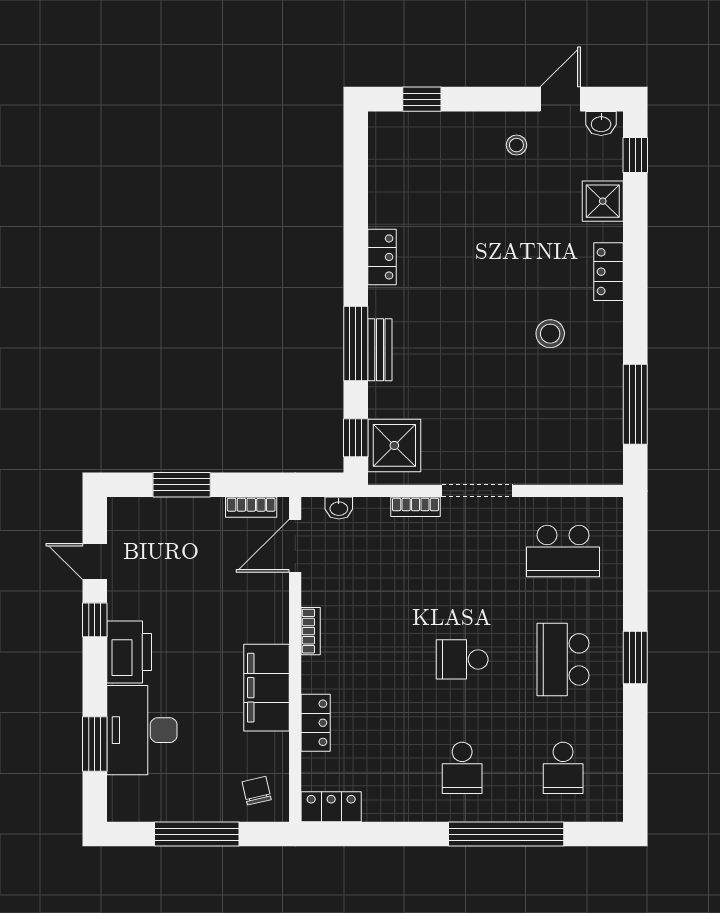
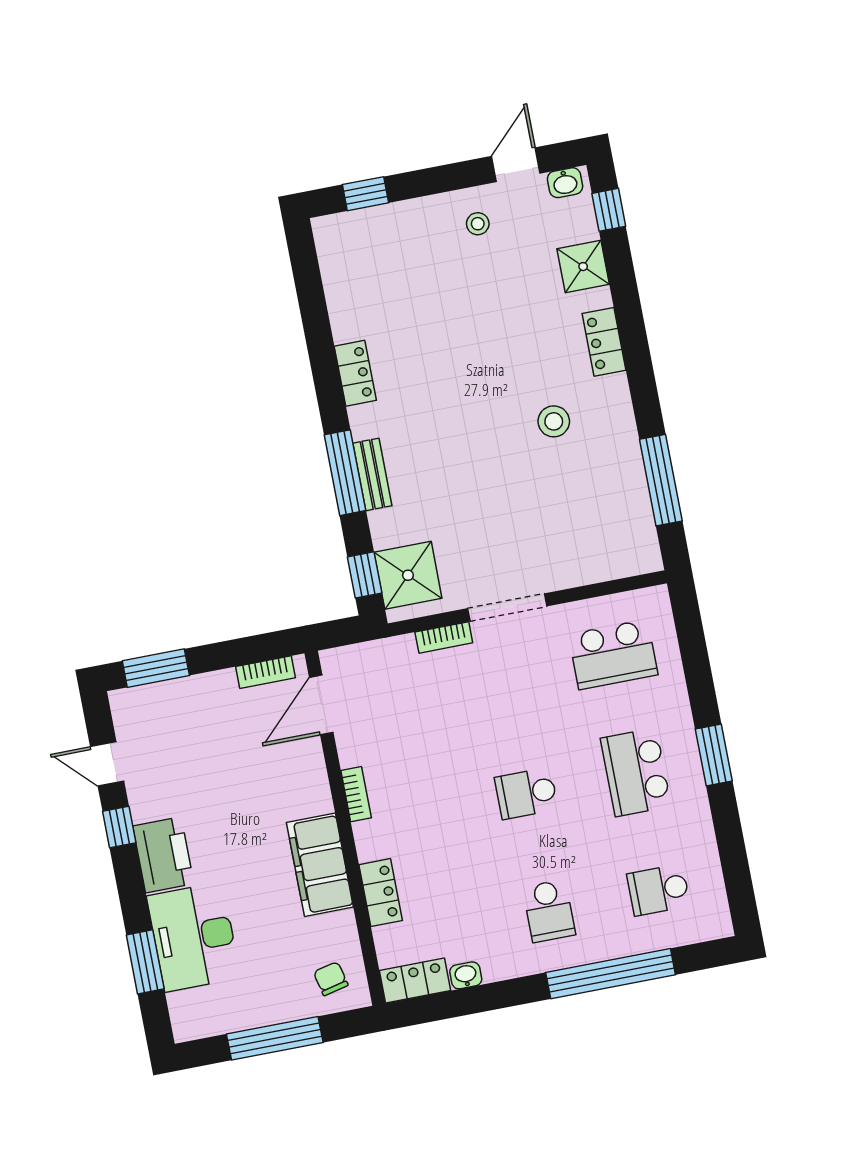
window: (182, 485) -> (156, 668), moved
washbasin: (339, 508) -> (466, 975), moved, turned 180
school desk: (563, 768) -> (658, 890), turned 90

